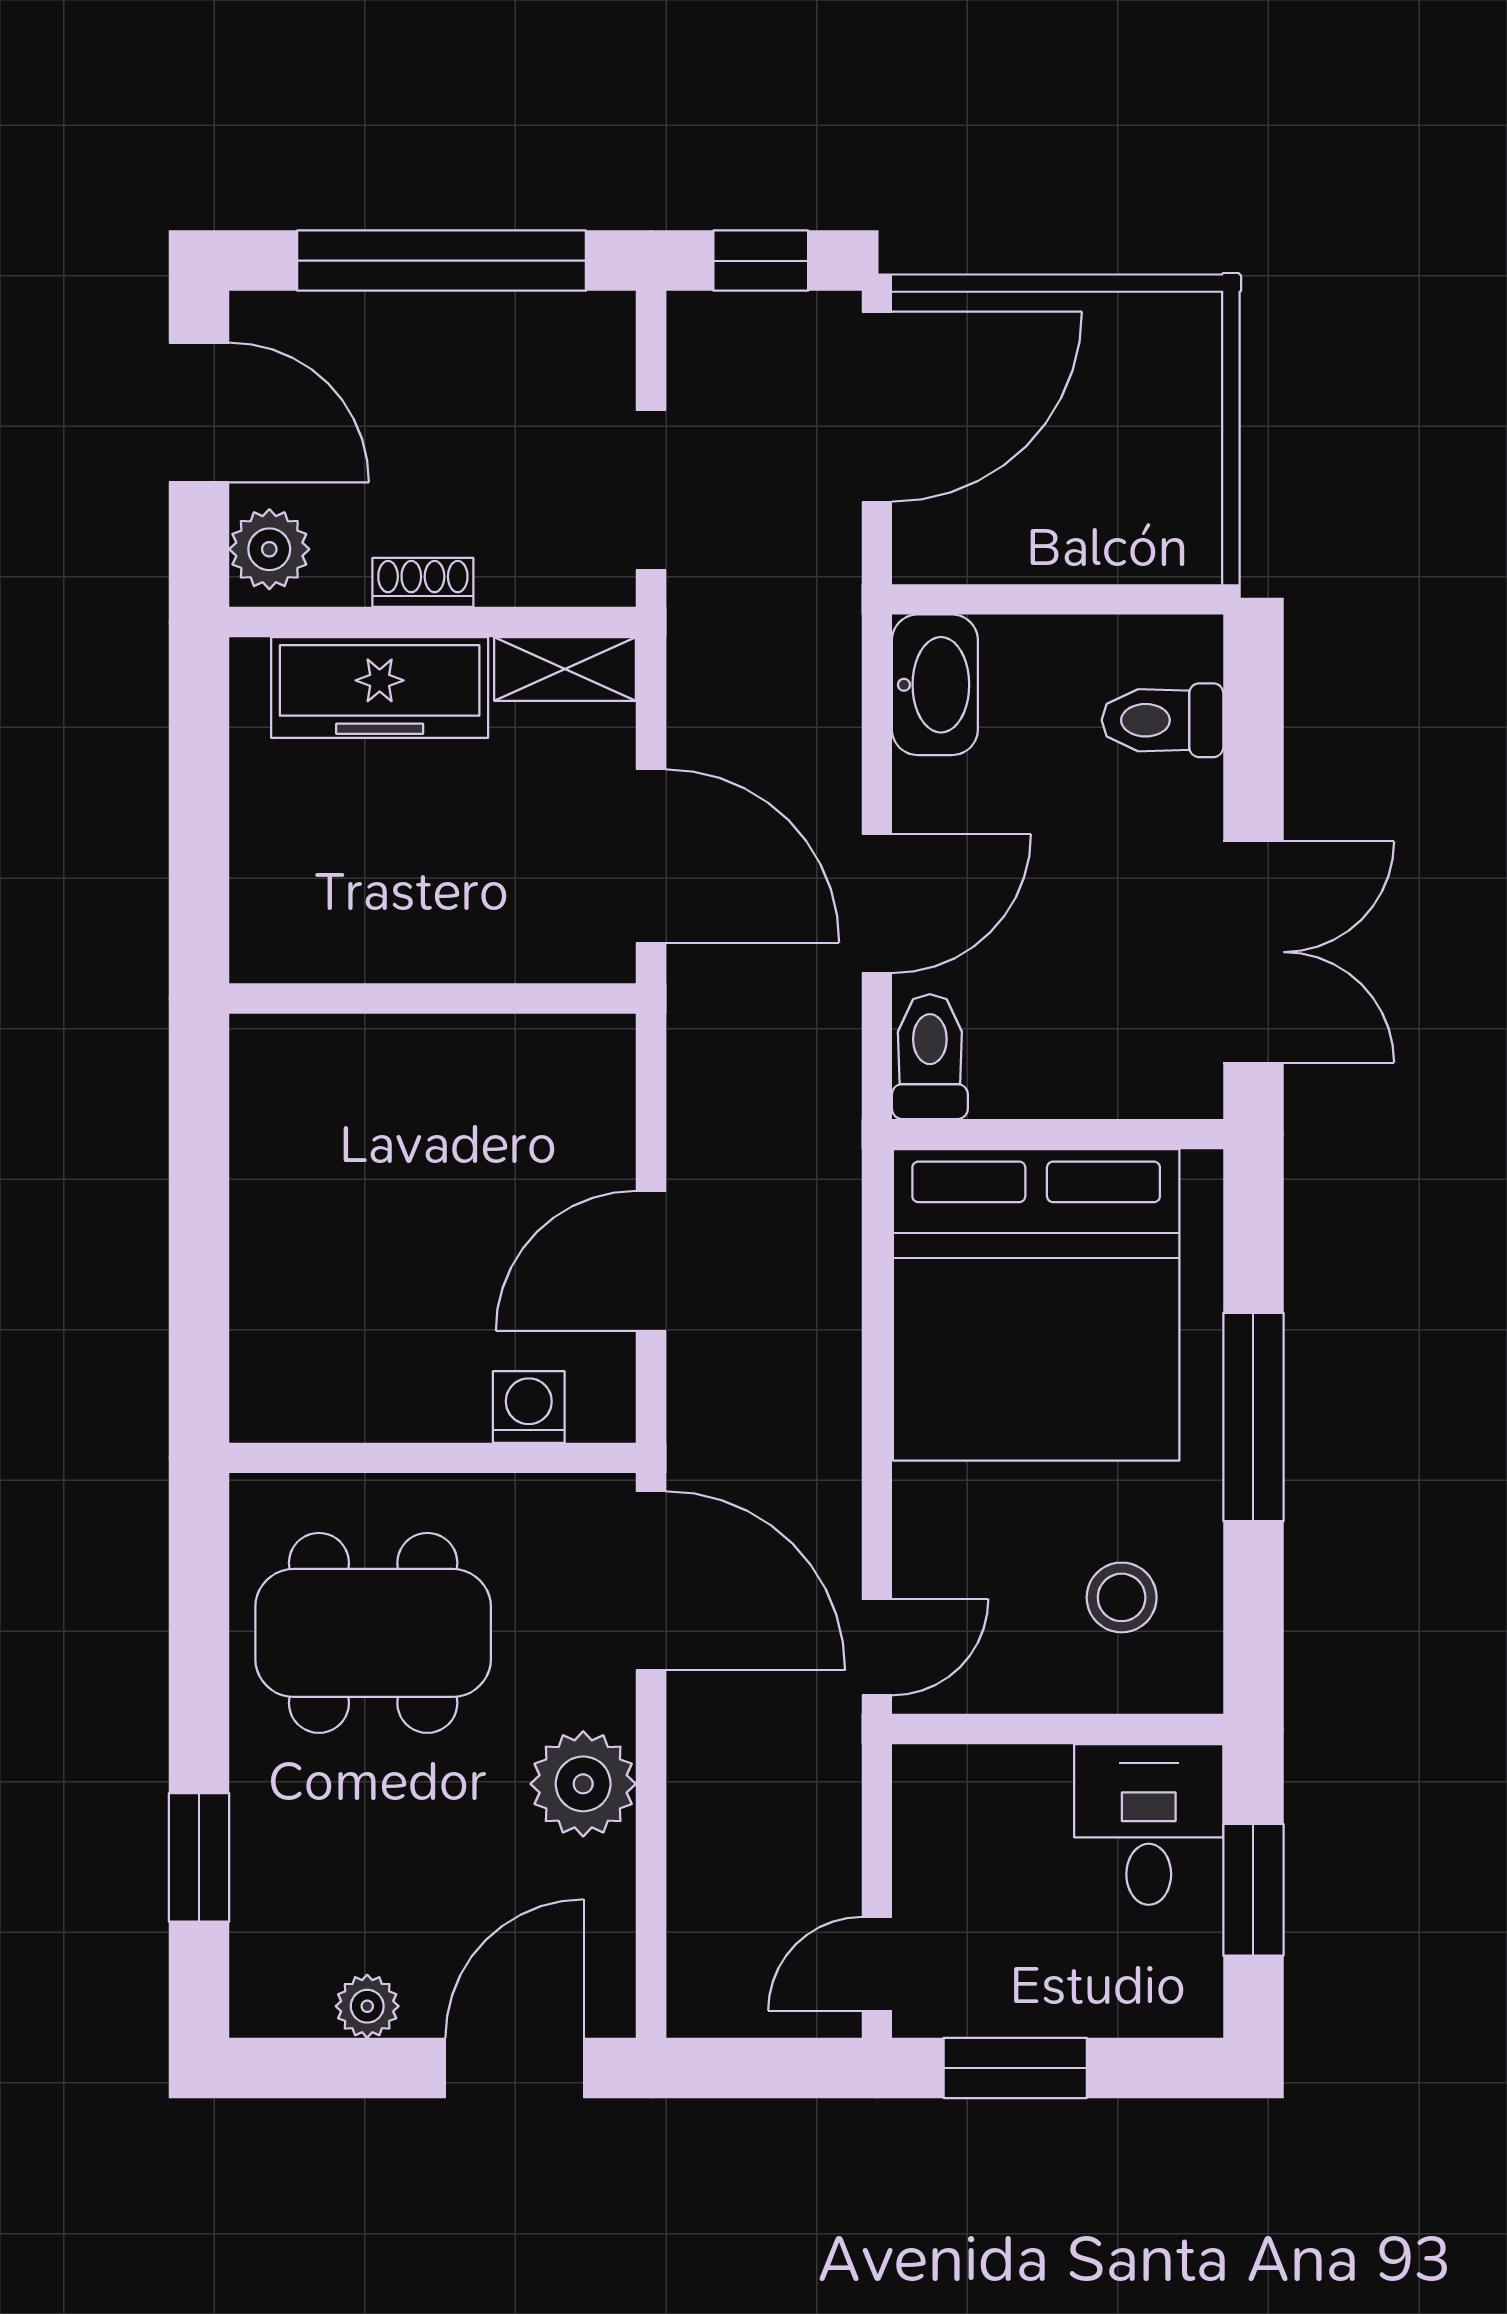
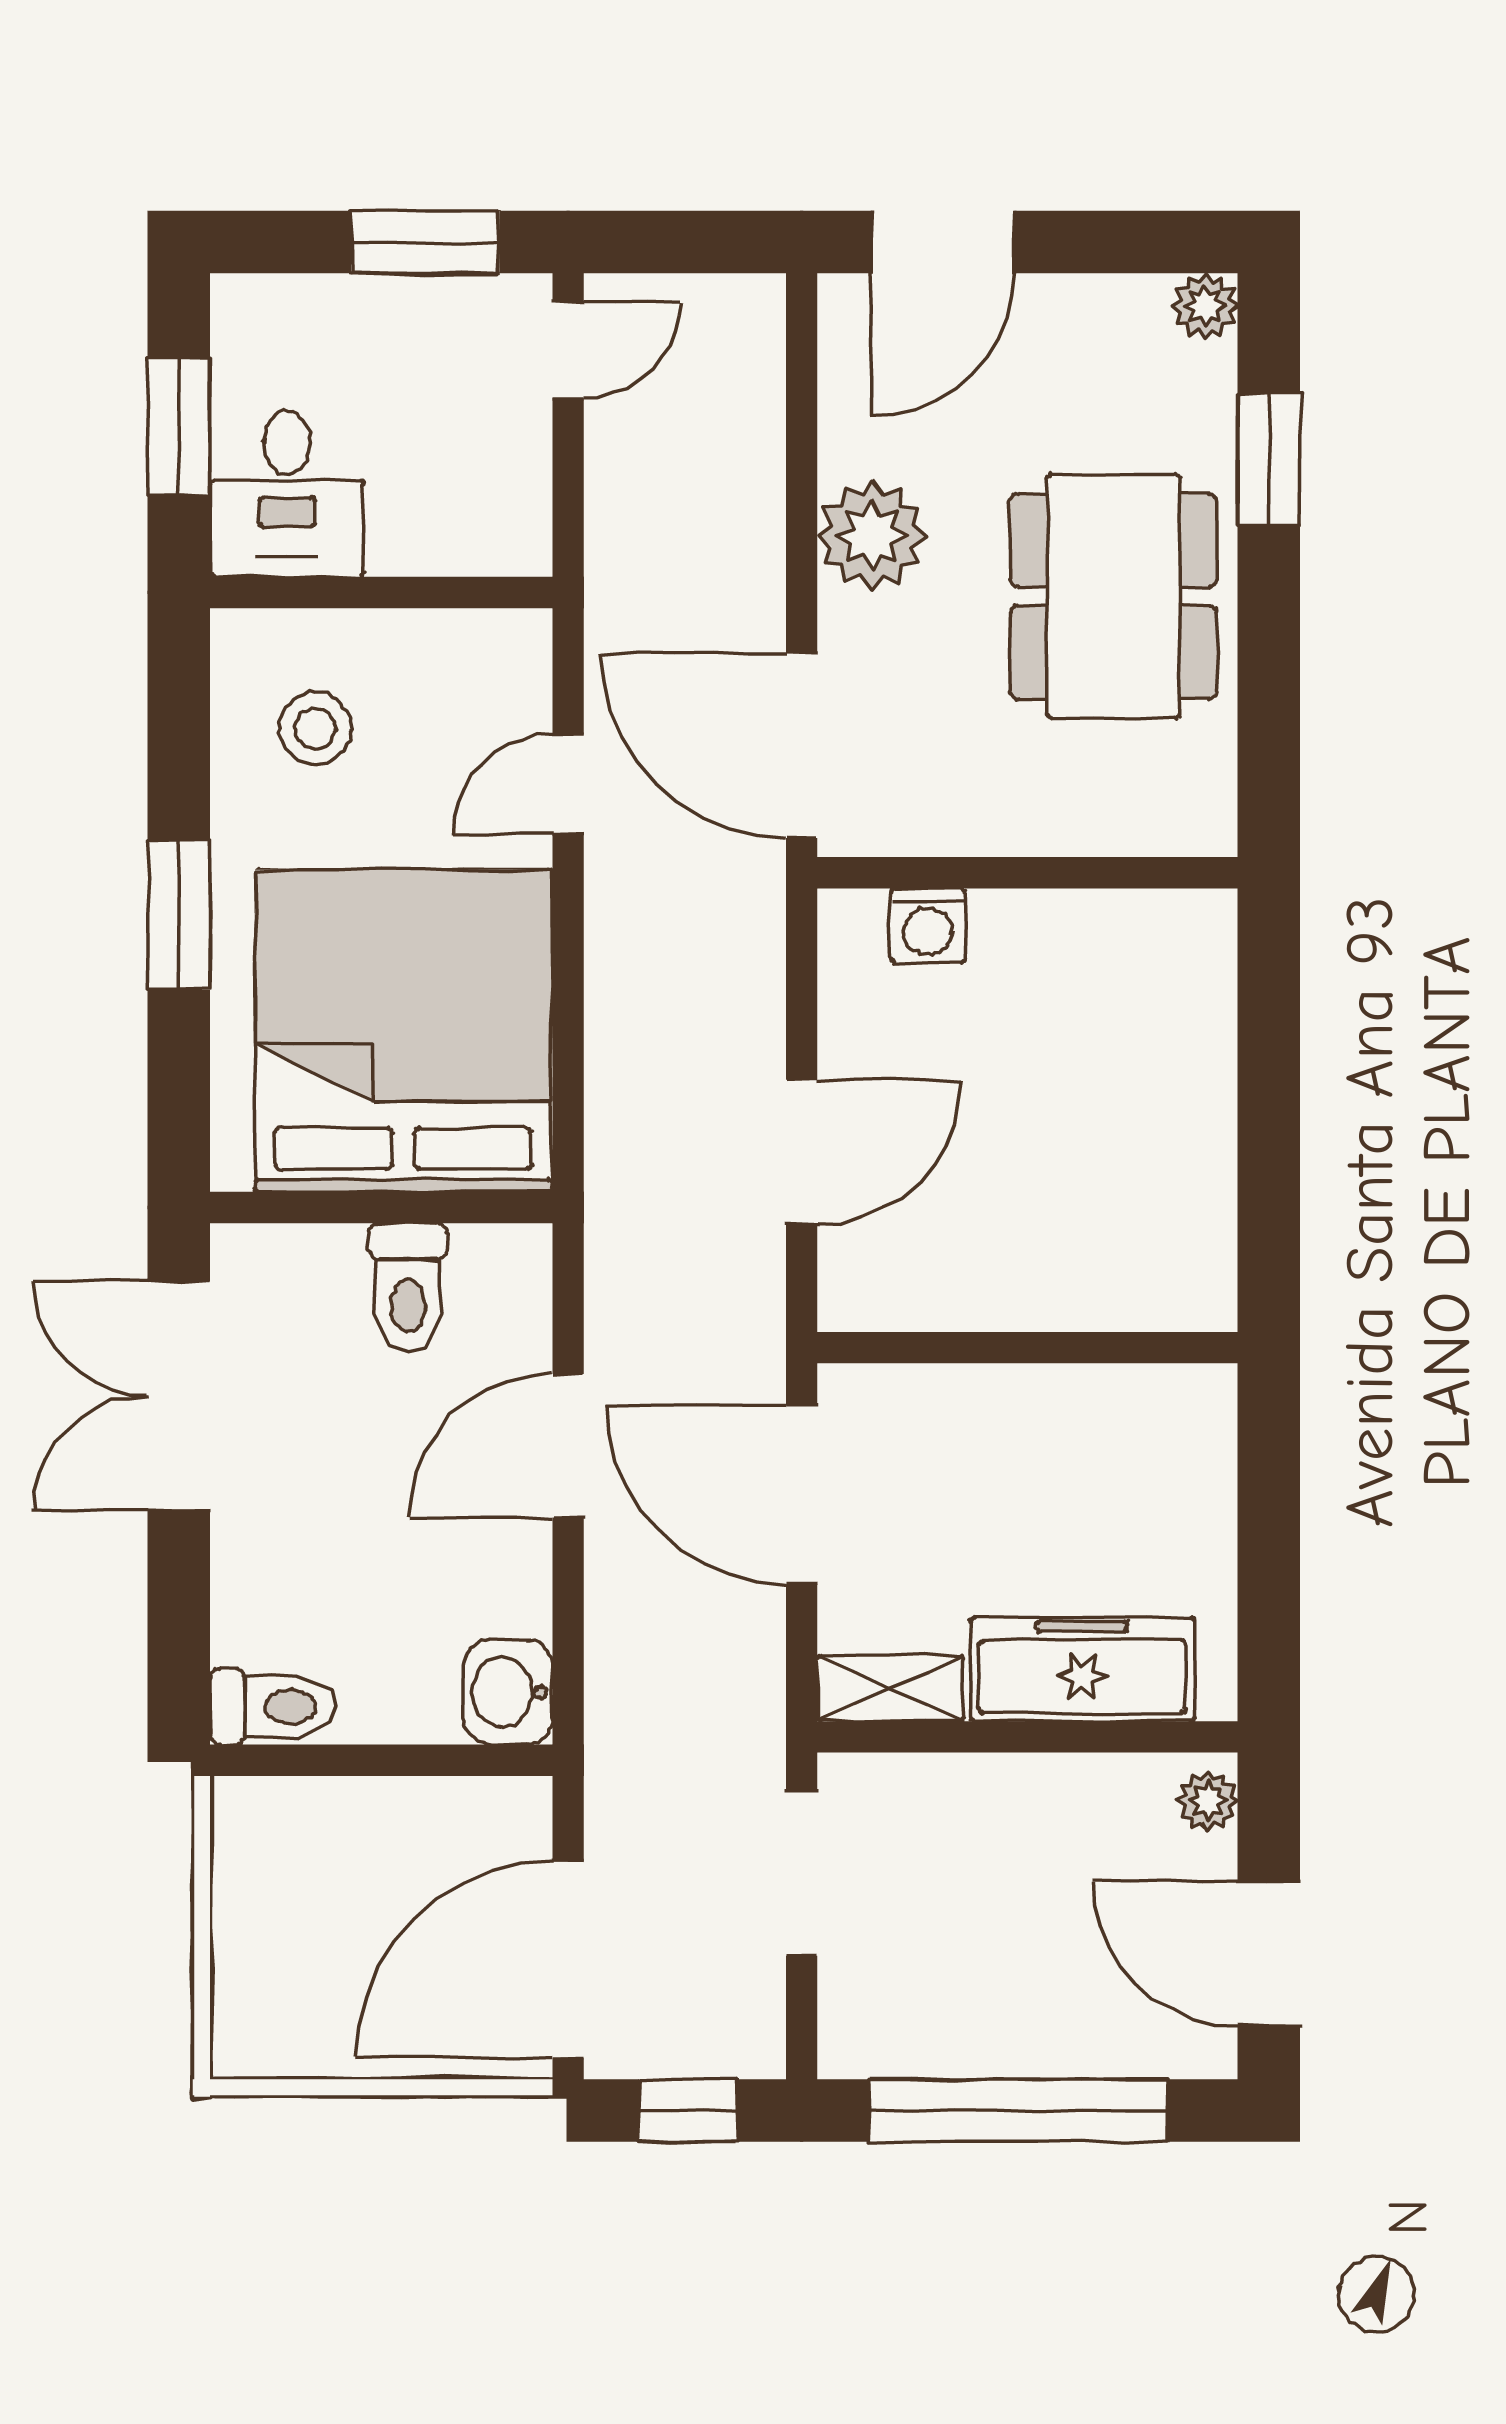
plant: (269, 549) -> (1208, 1801), width x0.73, depth x0.73
shoe rack: (423, 582) -> (1037, 1778), removed
washbasin: (935, 685) -> (508, 1692), width x0.72
toilet: (1162, 720) -> (273, 1706), moved
toilet: (930, 1057) -> (408, 1288), moved
door: (651, 1261) -> (802, 1152), moved
window: (1253, 1417) -> (179, 915), width x0.69
dining table: (373, 1633) -> (1114, 596), moved, turned 90
door: (877, 1647) -> (568, 784), moved
plant: (367, 2006) -> (1205, 306), moved

